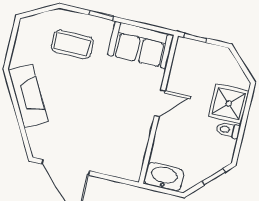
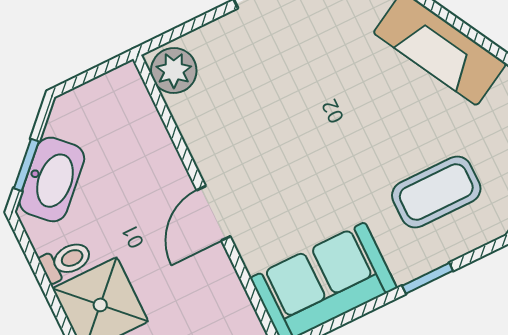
plant: (132, 167) -> (174, 70), added
washbasin: (164, 177) -> (52, 179), moved, turned -45

